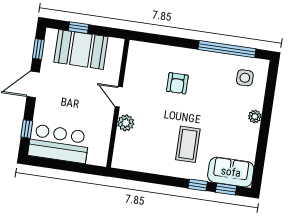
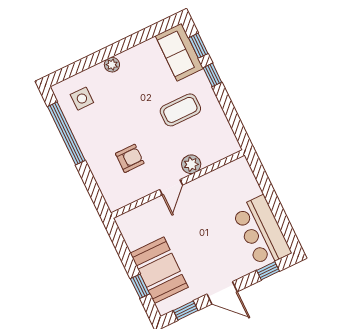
door: (119, 97) -> (171, 187), moved
wall: (118, 103) -> (178, 184), moved
plant: (126, 123) -> (191, 164), moved

